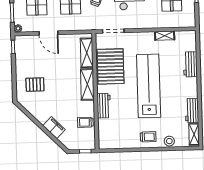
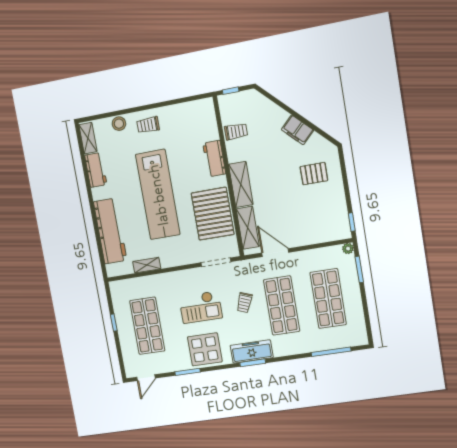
door: (48, 33) -> (275, 253), moved
workbench: (190, 64) -> (110, 231), width x1.88, depth x1.32
filing cabinet: (54, 128) -> (297, 130), moved

